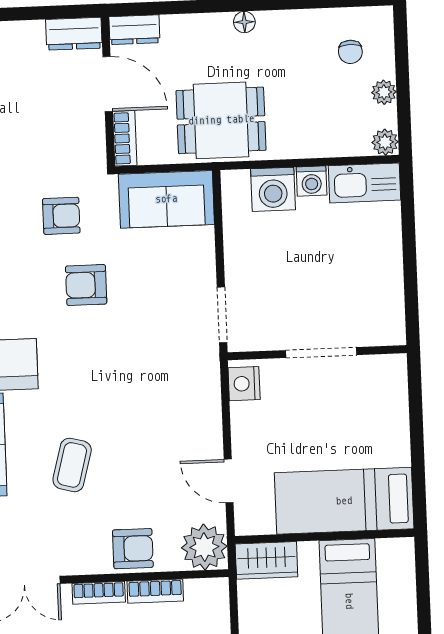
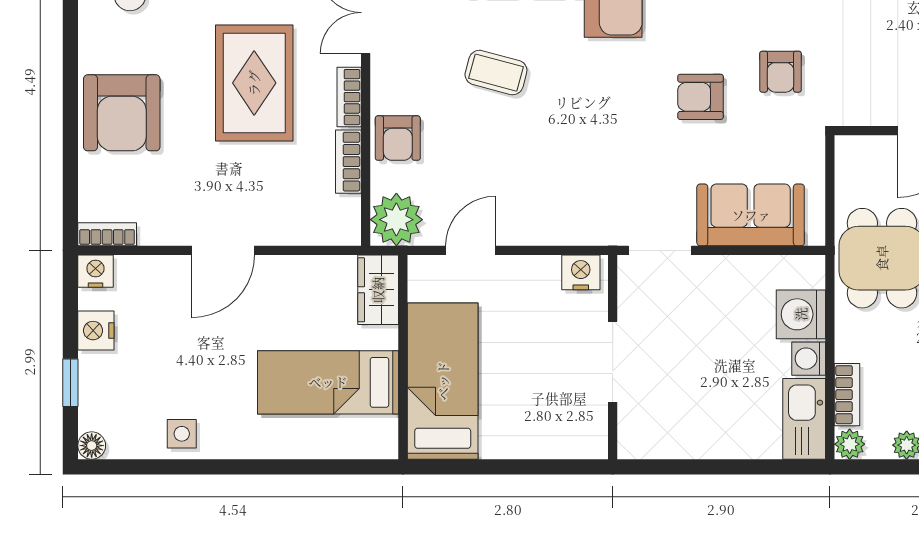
bookcase: (125, 138) -> (847, 395), moved, turned -90
sofa: (166, 199) -> (751, 215), moved, turned 90
armchair: (86, 285) -> (700, 97), turned -90

